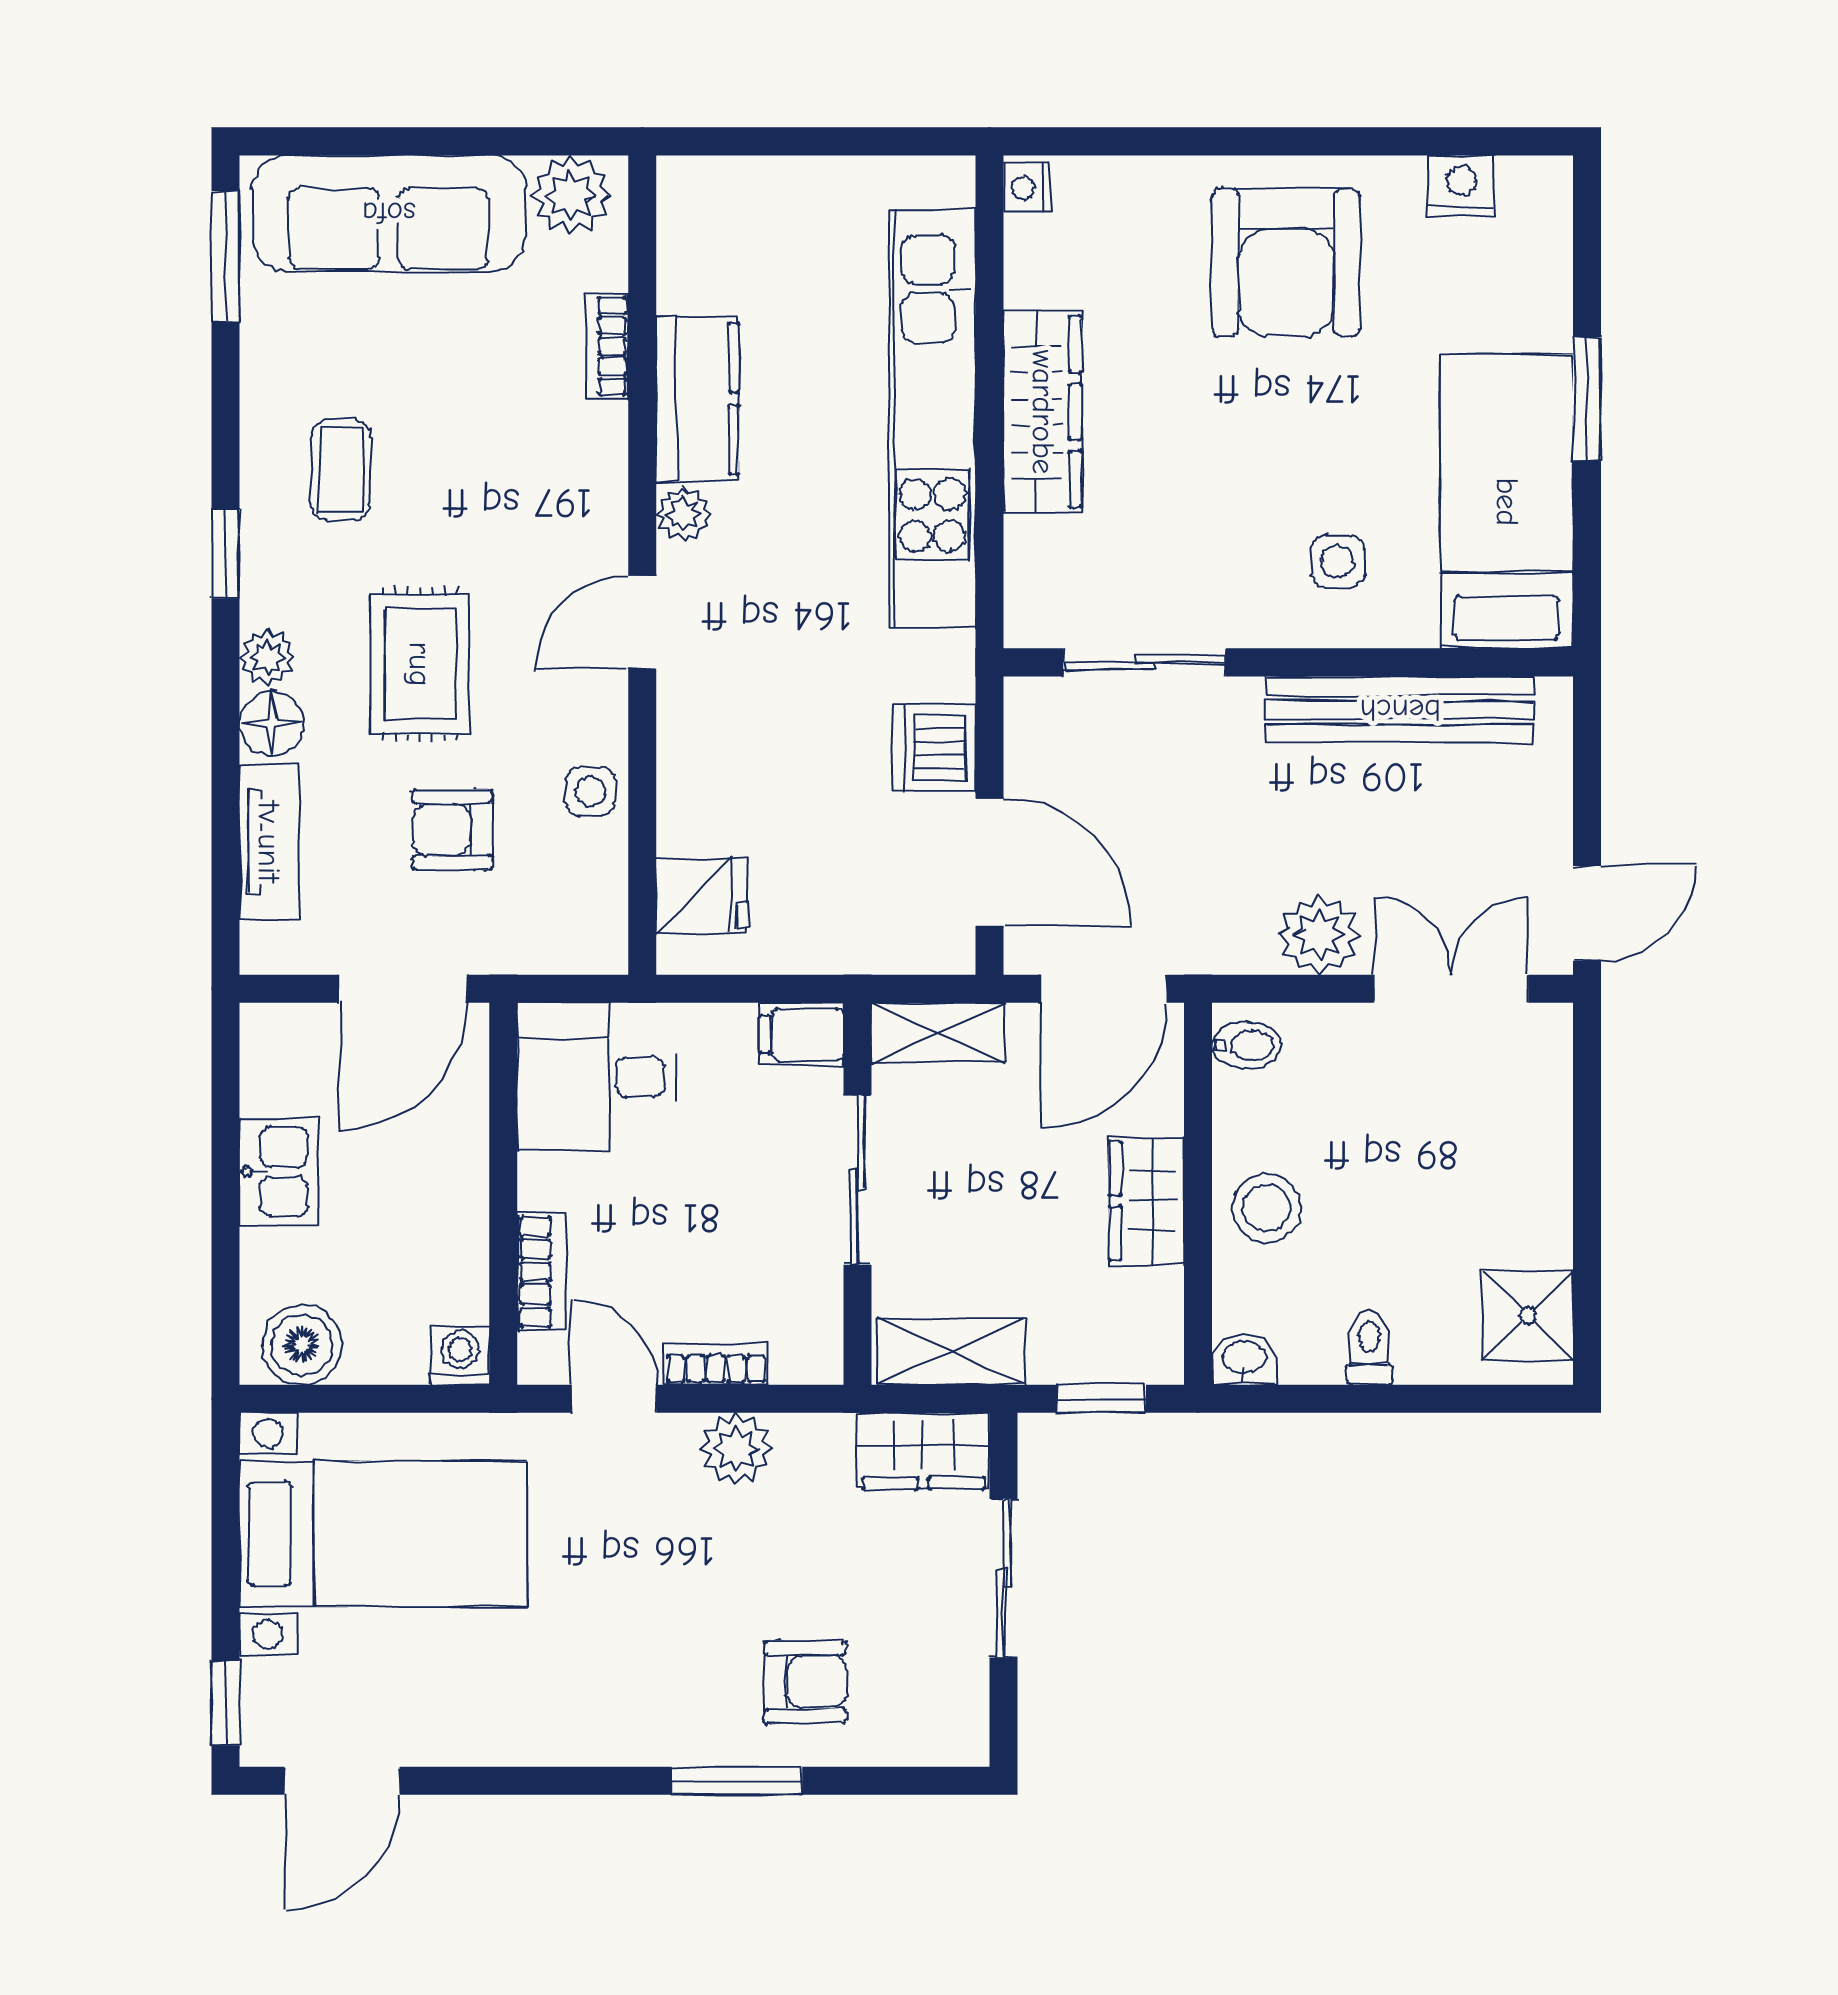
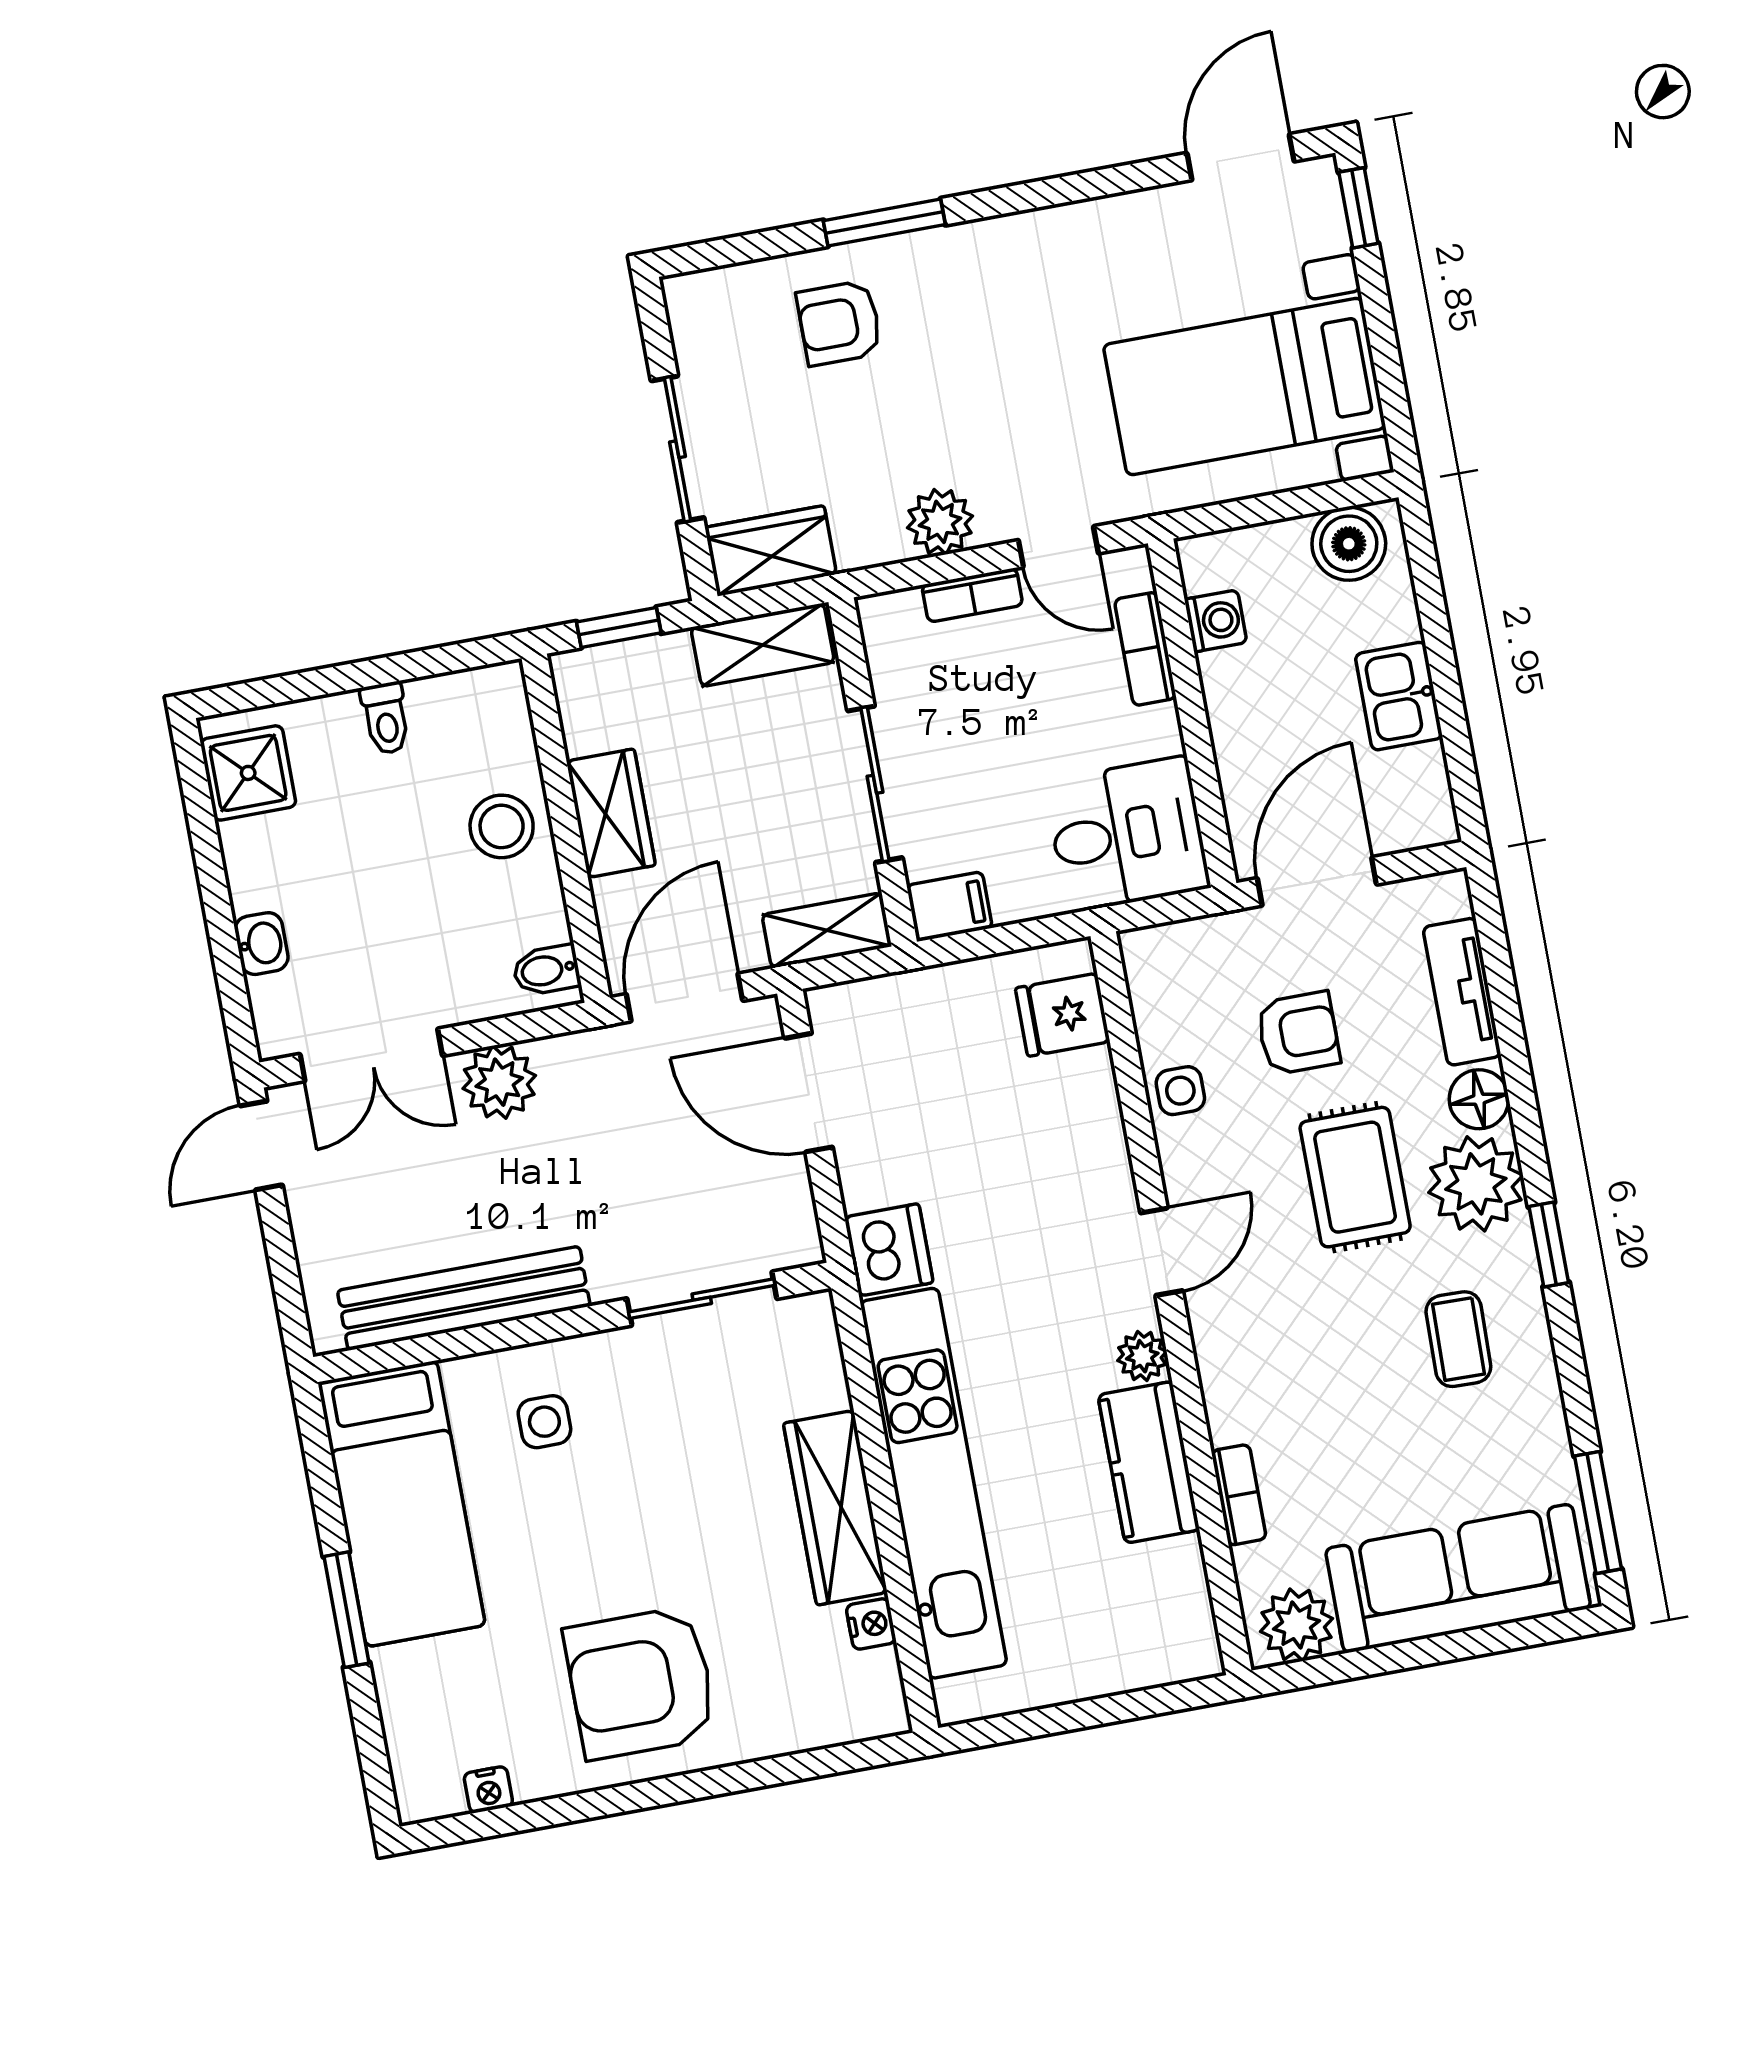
nightstand: (1461, 186) -> (488, 1790), width x0.72, depth x0.74
nightstand: (1027, 188) -> (871, 1624), moved
armchair: (1286, 262) -> (640, 1683), turned -90
plant: (267, 657) -> (1476, 1184), width x1.88, depth x1.88
dishwasher: (934, 748) -> (889, 1250), moved
washing machine: (460, 1355) -> (1216, 621), moved, turned -90
washbasin: (1244, 1359) -> (261, 944), moved, turned -90

